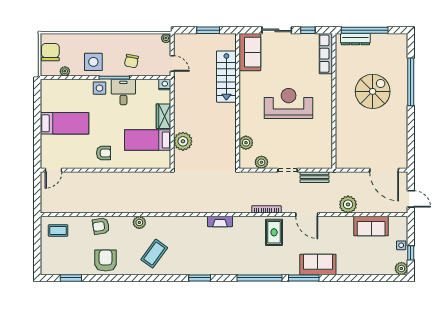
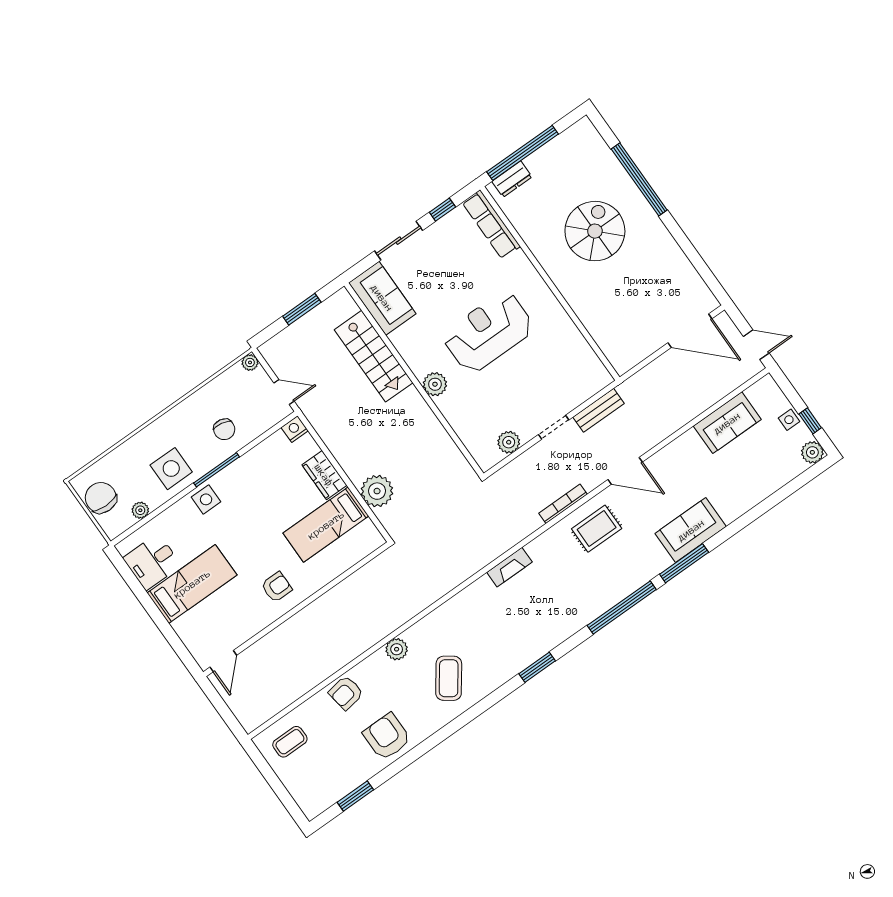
dresser: (355, 39) -> (512, 179), width x0.70
desk: (123, 92) -> (152, 562), moved, turned -90
plant: (246, 143) -> (435, 384), moved
plant: (348, 204) -> (673, 415), removed
rug: (274, 232) -> (597, 529), turned 90

